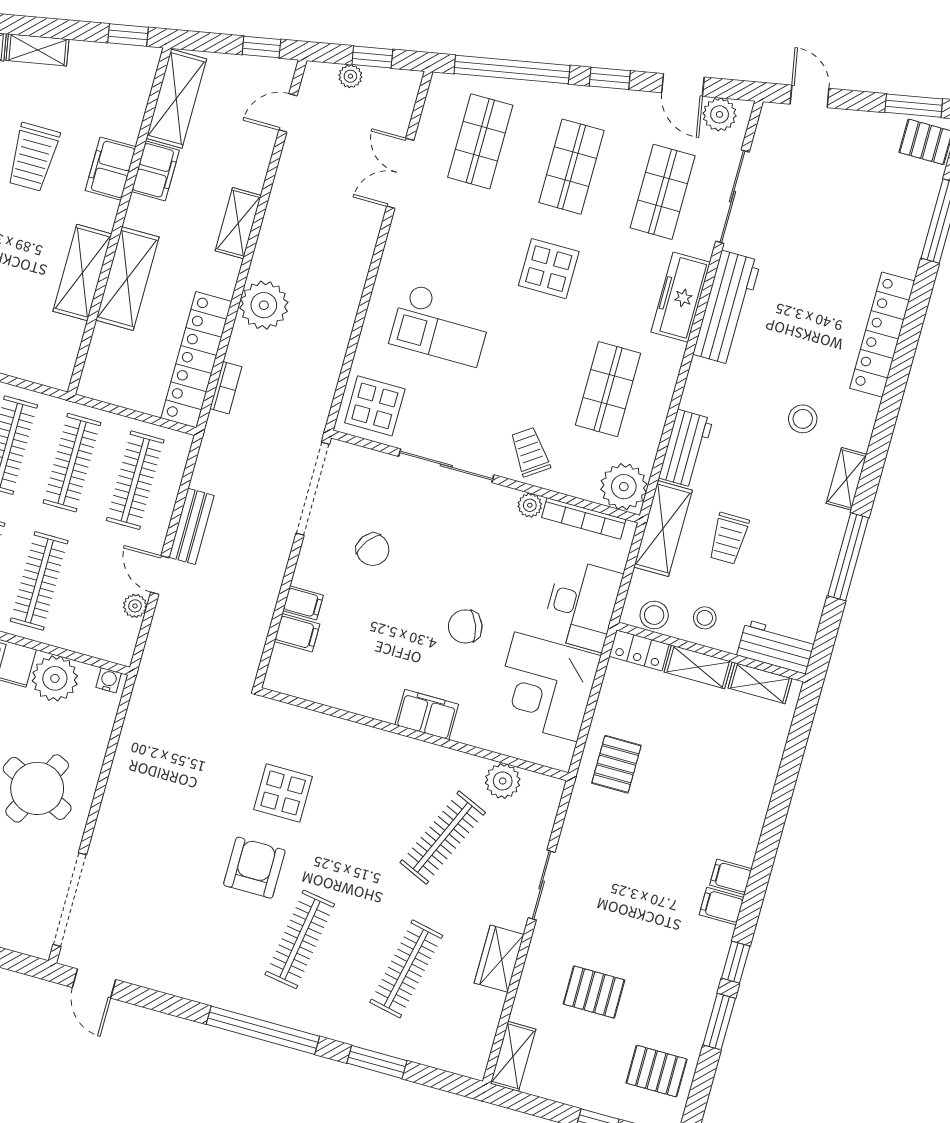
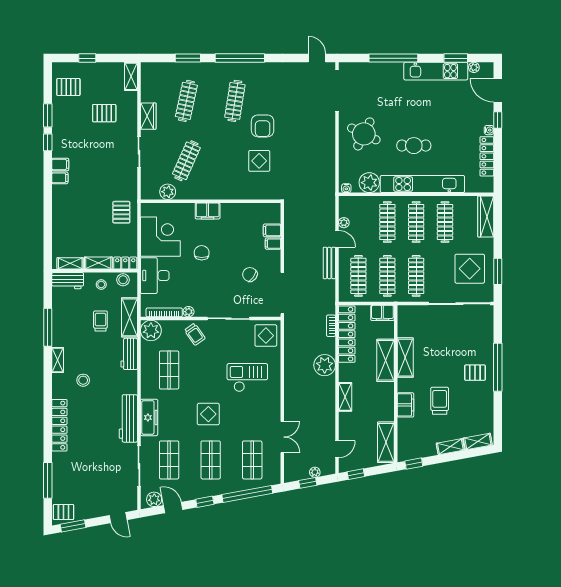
filing cabinet: (155, 171) -> (382, 313), moved, turned -90
chair: (465, 626) -> (202, 253), turned -70

